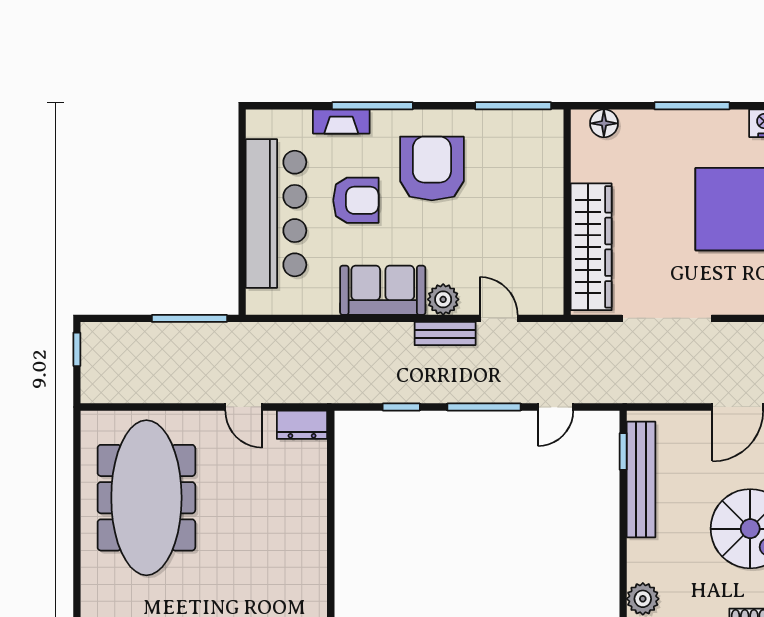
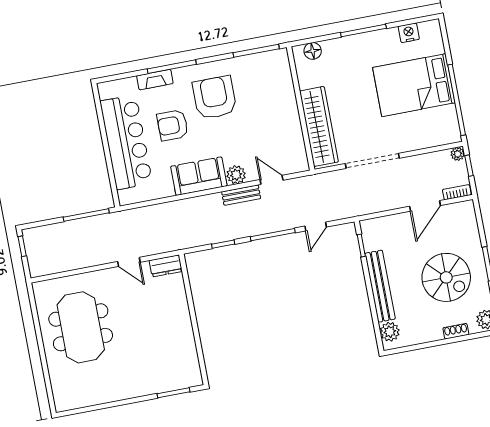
armchair: (356, 200) -> (173, 125), turned 180
bench: (641, 479) -> (380, 286), moved
meeting table: (146, 498) -> (81, 327), width x0.73

